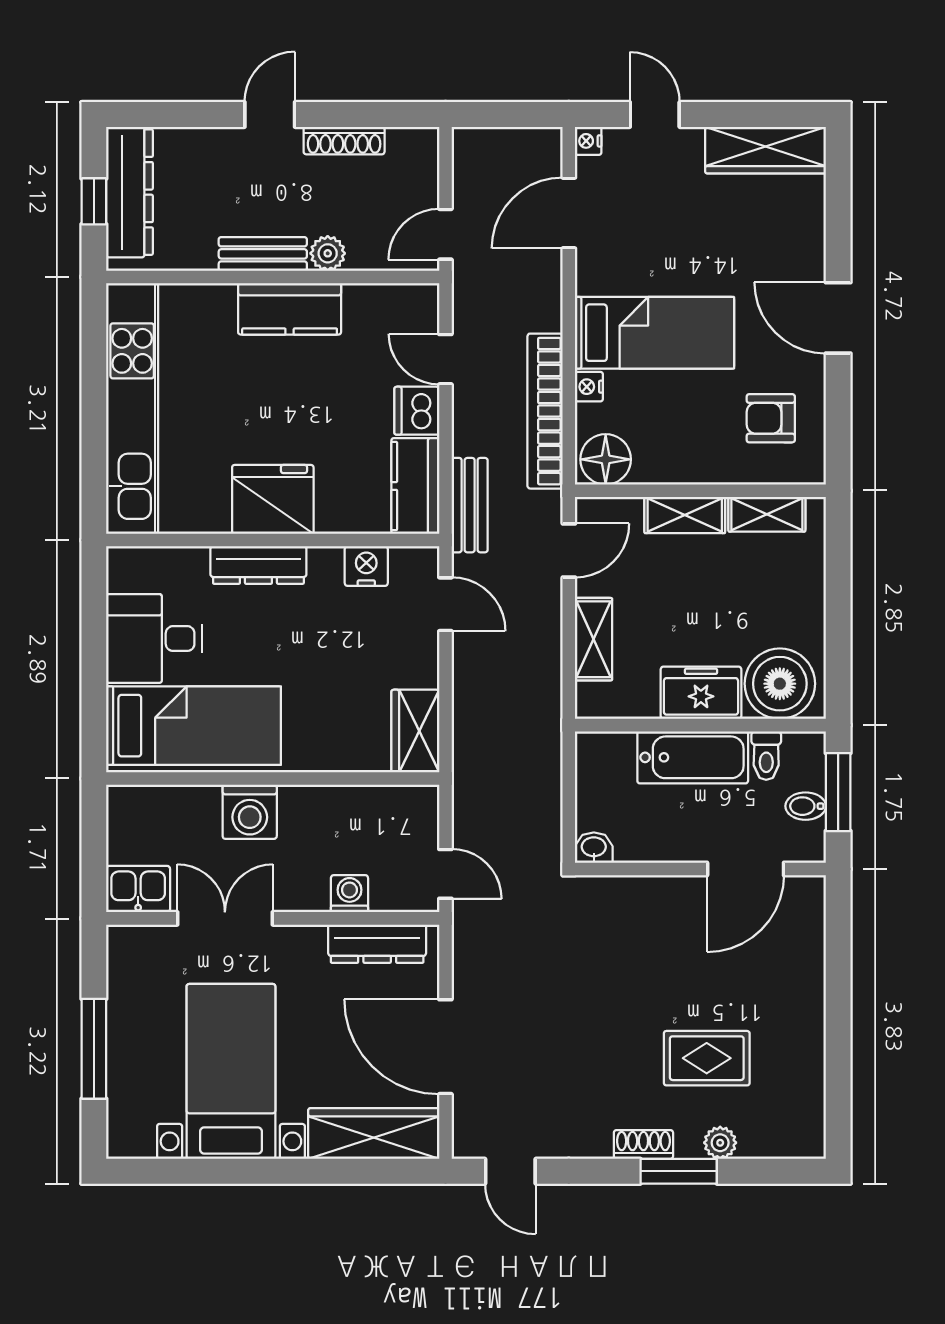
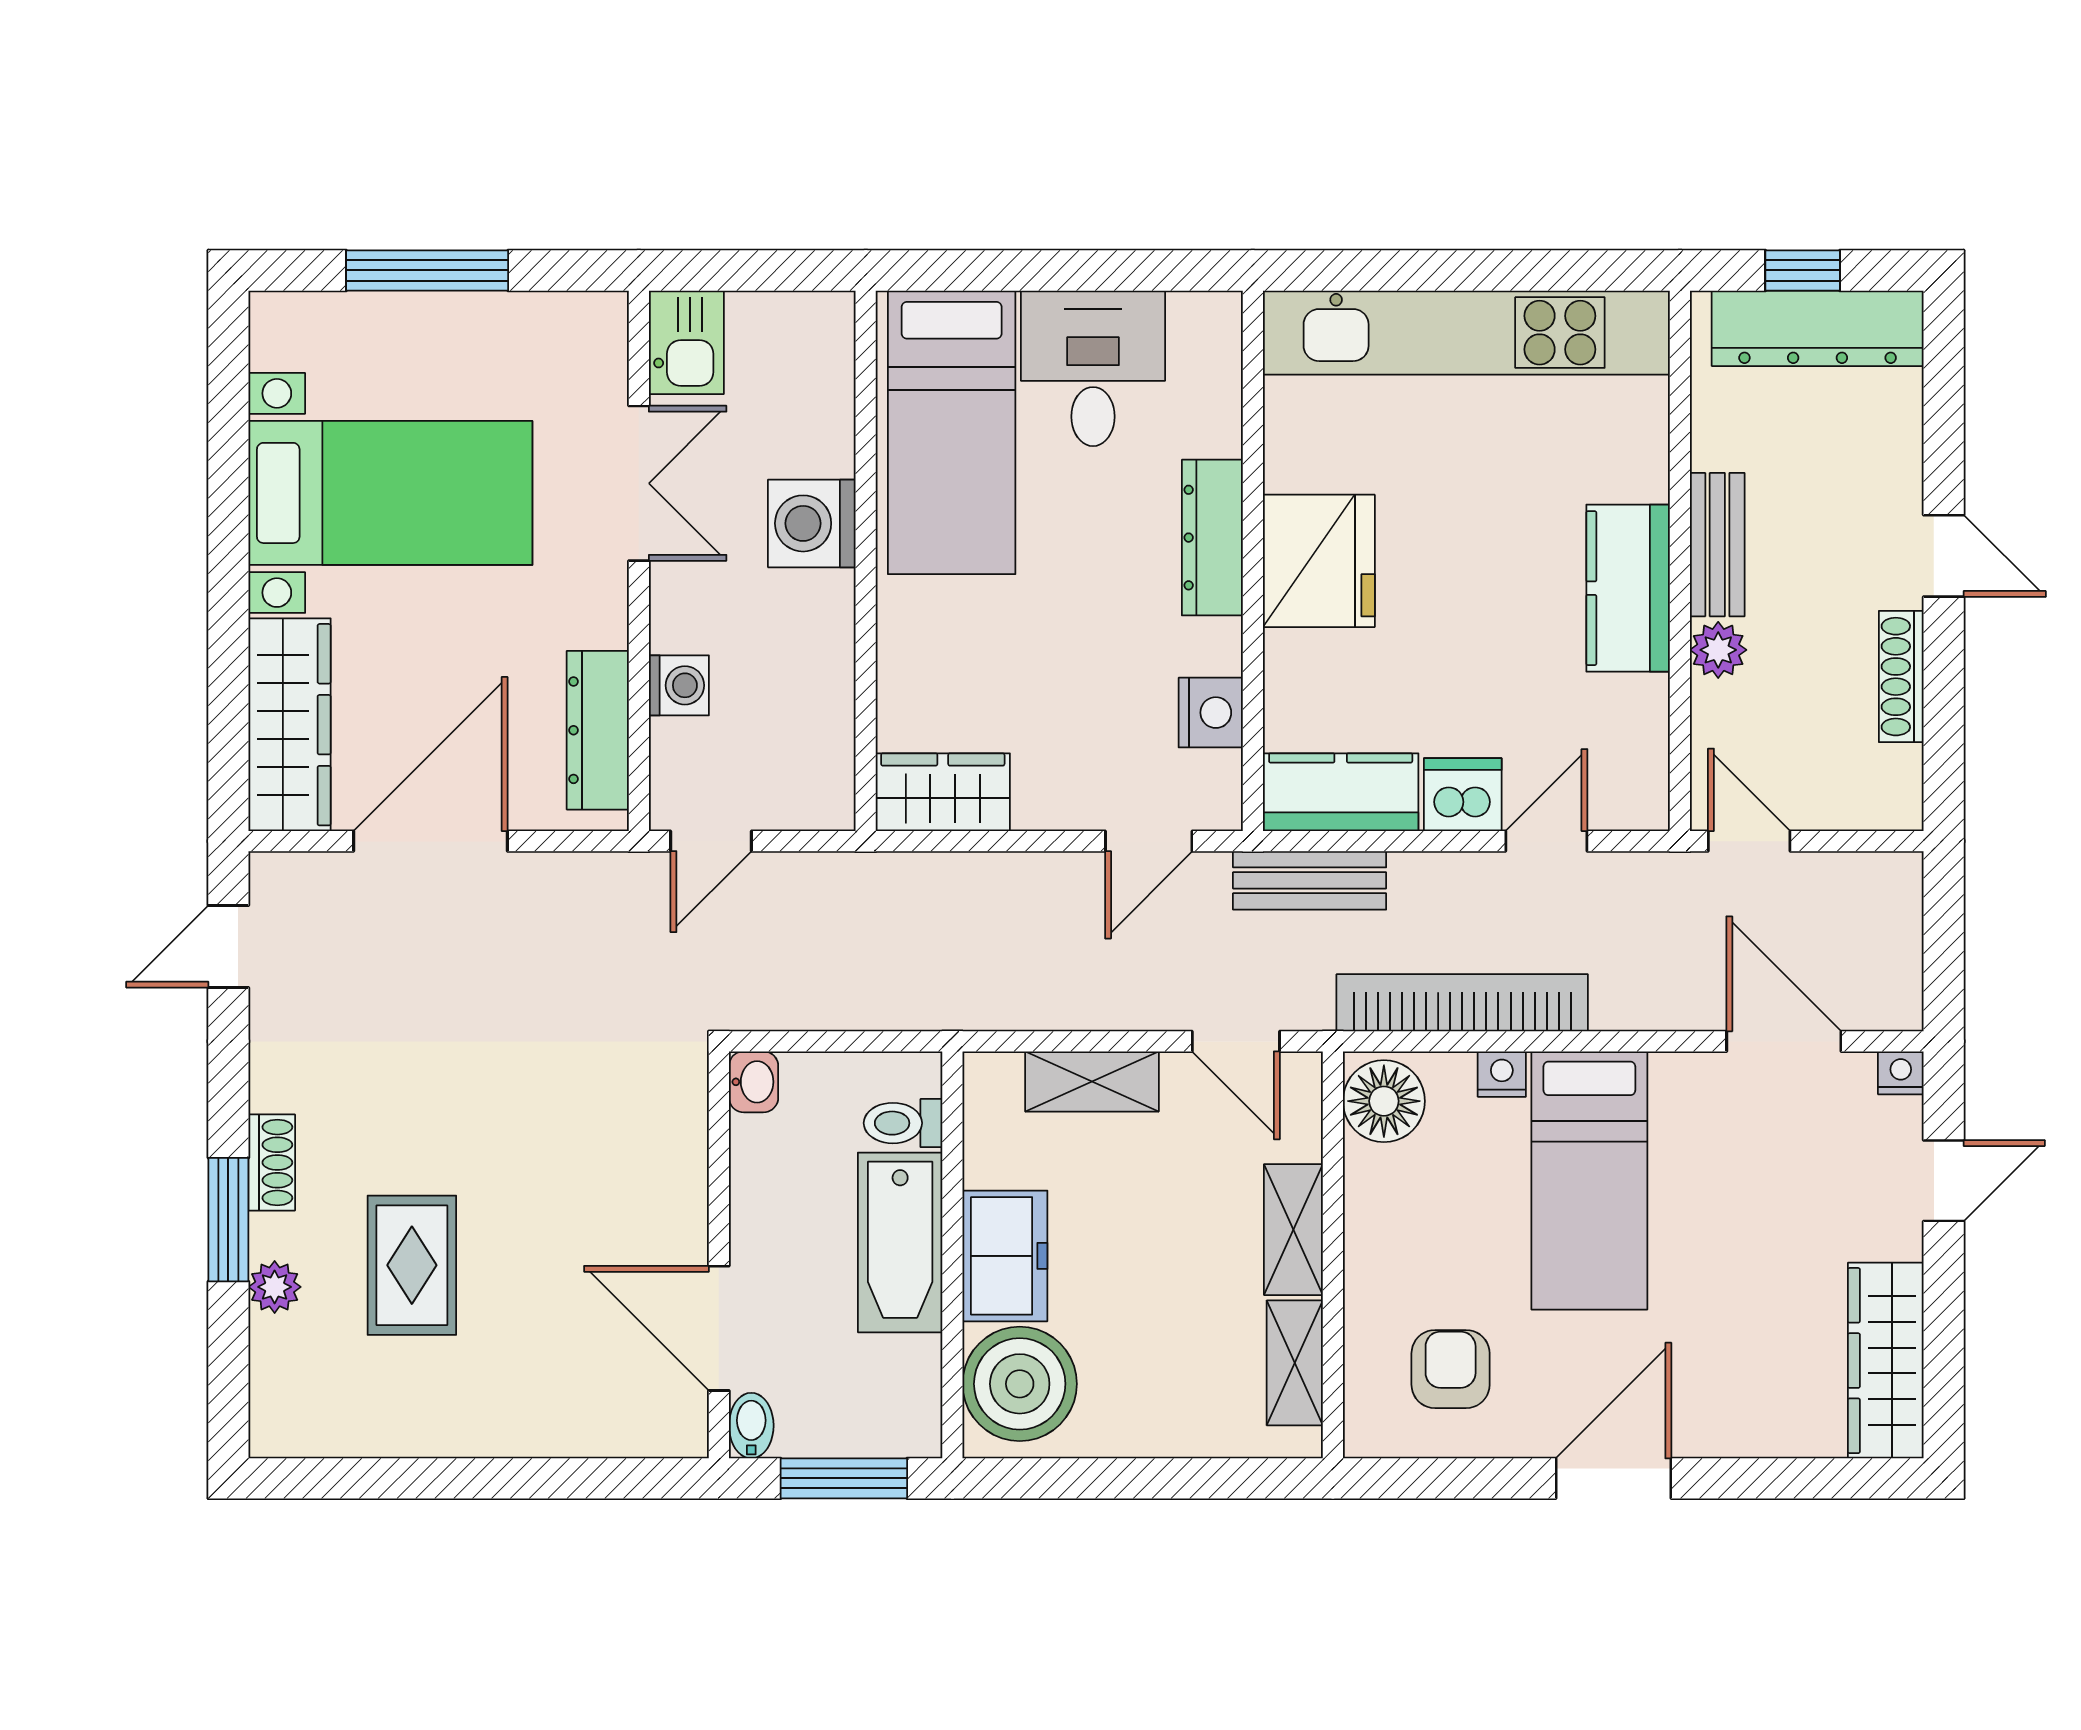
toilet: (766, 756) -> (903, 1123), moved
bidet: (806, 806) -> (751, 1426), moved

